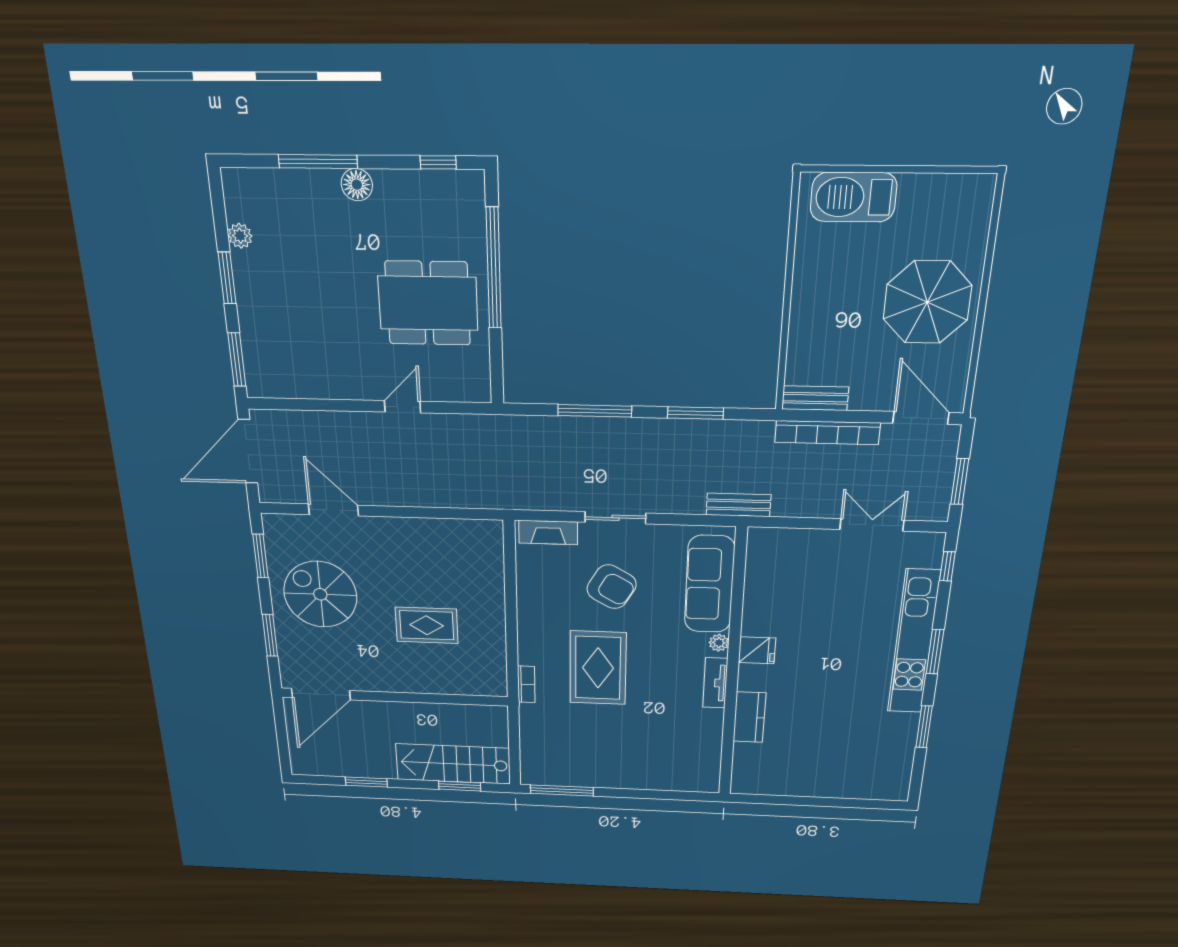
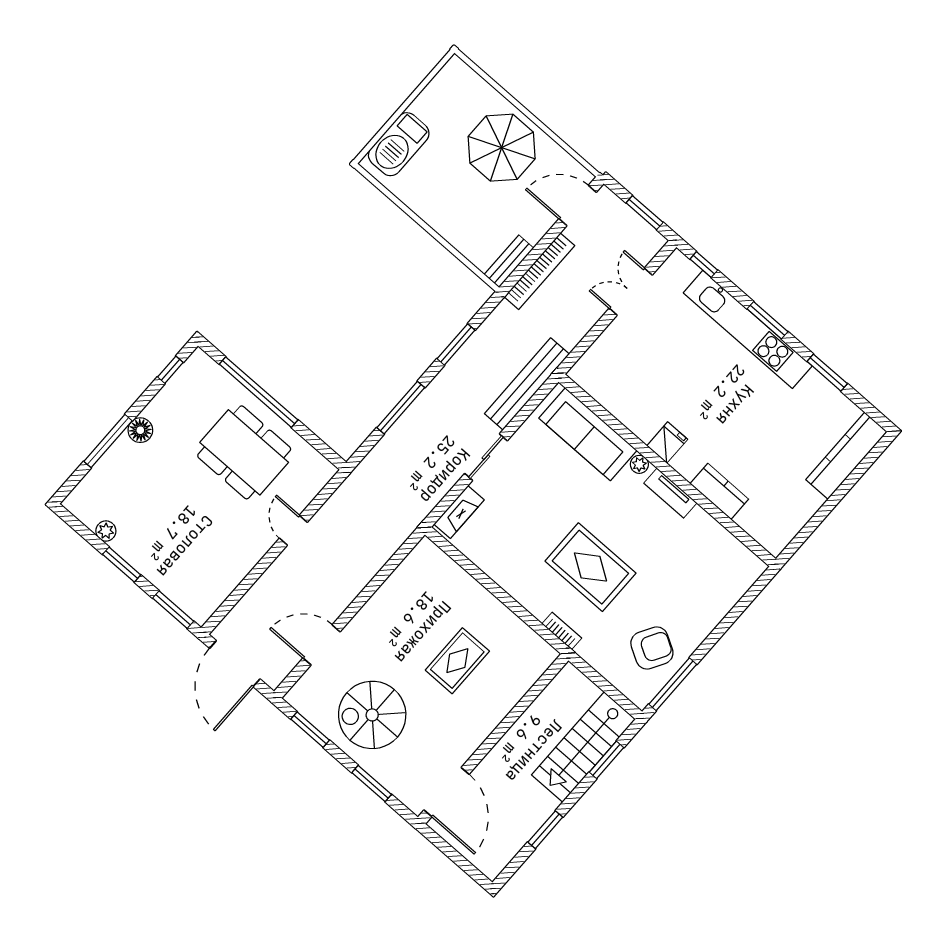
dining table: (428, 303) -> (244, 452), turned 90
bench: (738, 505) -> (527, 384), width x1.86, depth x1.21
armchair: (612, 587) -> (652, 648), moved
kitchen counter: (862, 786) -> (846, 456), added

